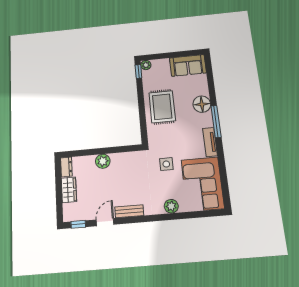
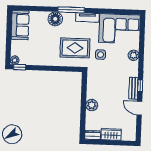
rug: (162, 107) -> (75, 48), moved
window: (78, 224) -> (140, 86), moved

